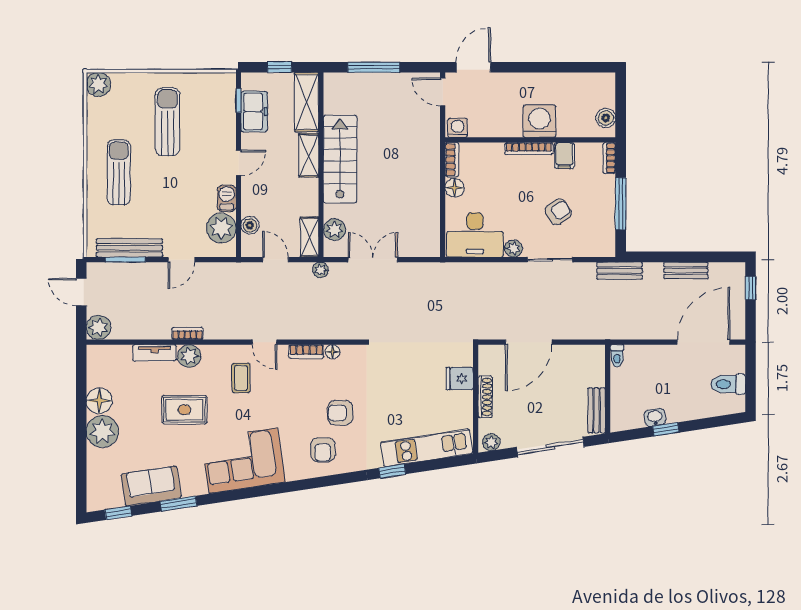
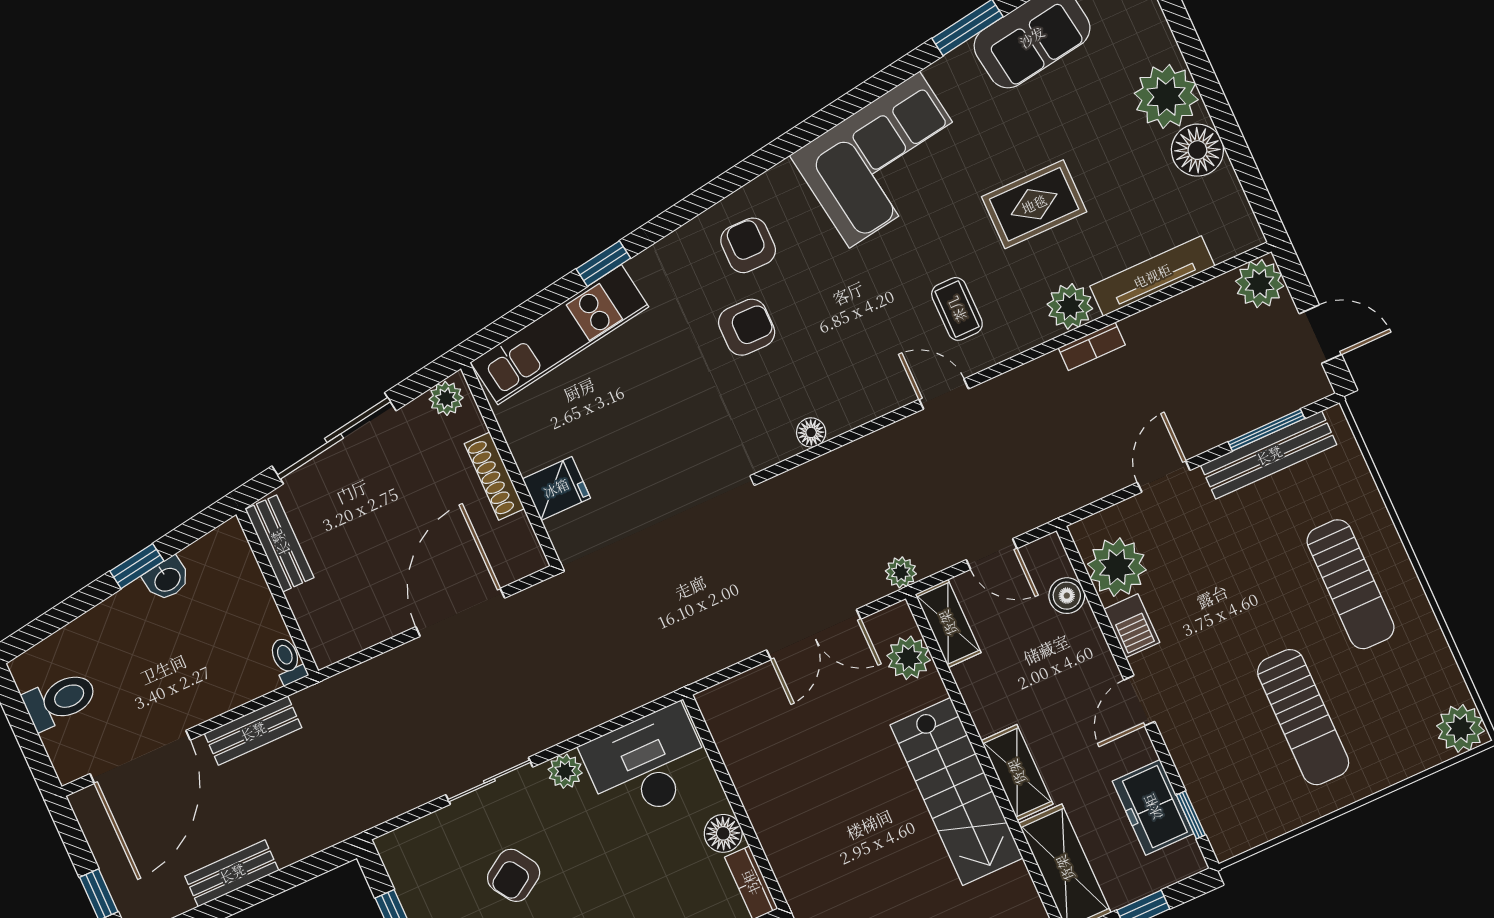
bench: (620, 271) -> (253, 731), moved
bookcase: (306, 351) -> (859, 411), removed
tv unit: (154, 353) -> (1152, 276), width x1.41

